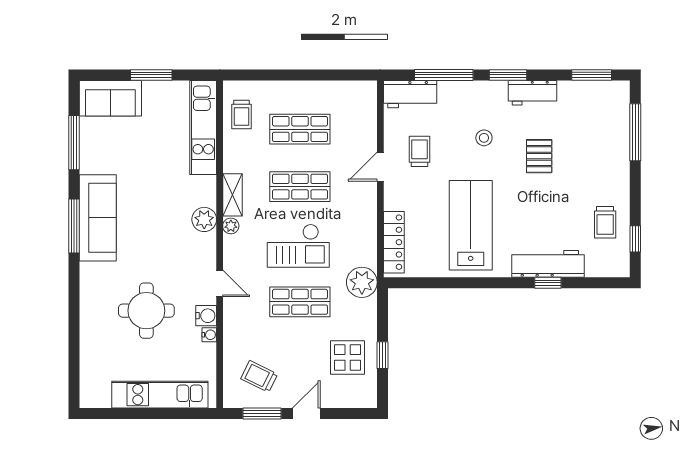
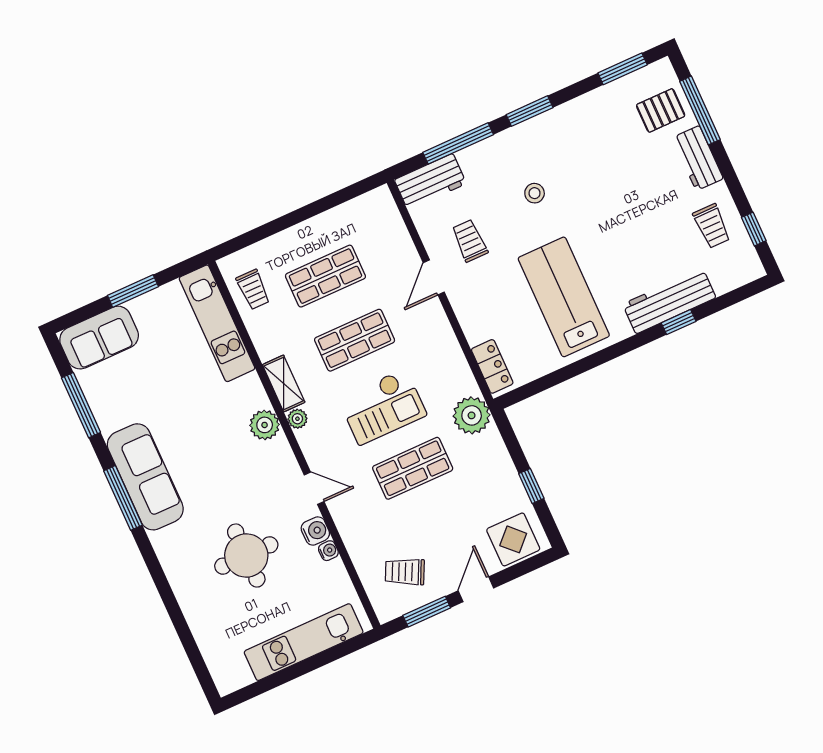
workbench: (532, 93) -> (698, 158), moved, turned 90
pallet: (539, 156) -> (661, 110), moved, turned 90
locker: (394, 242) -> (492, 366), width x0.66
display table: (348, 357) -> (513, 539), moved

